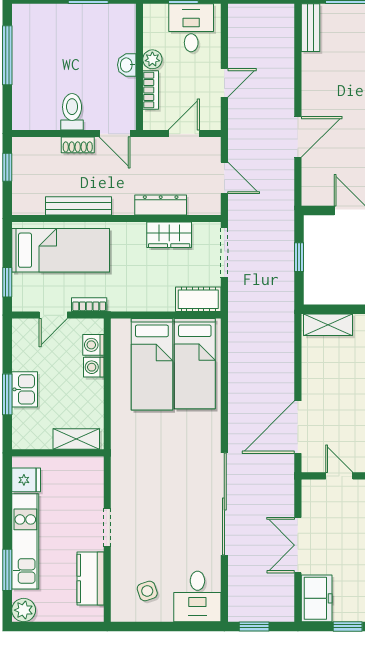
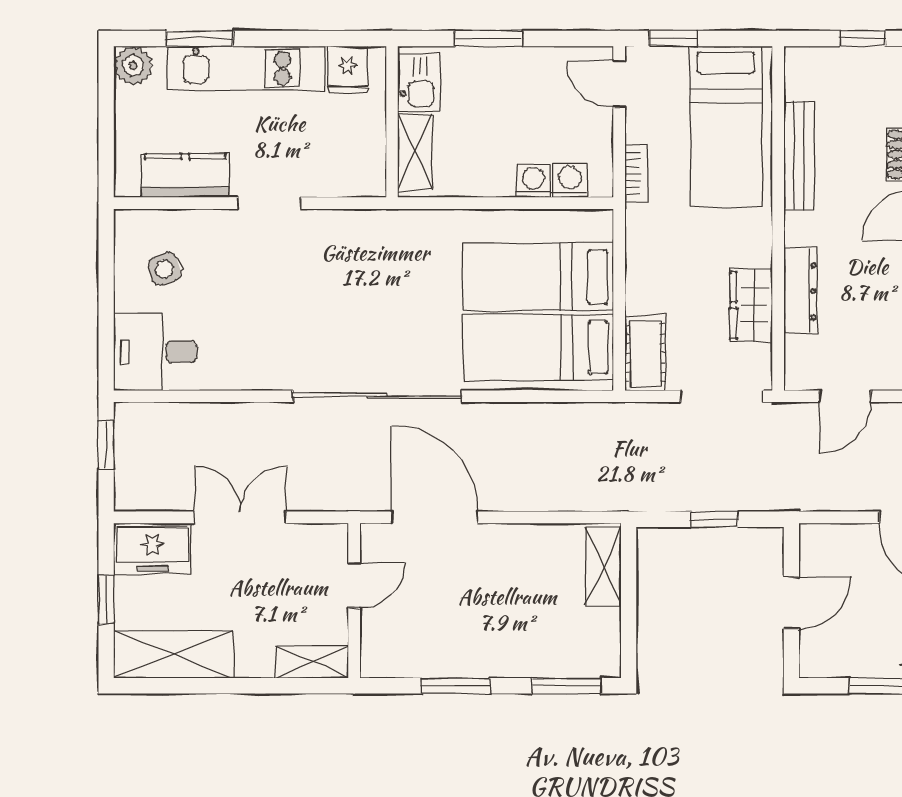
door: (53, 315) -> (619, 84), moved
kitchen sink: (25, 389) -> (419, 82), moved, turned -90
sliding door: (224, 504) -> (377, 396), moved

